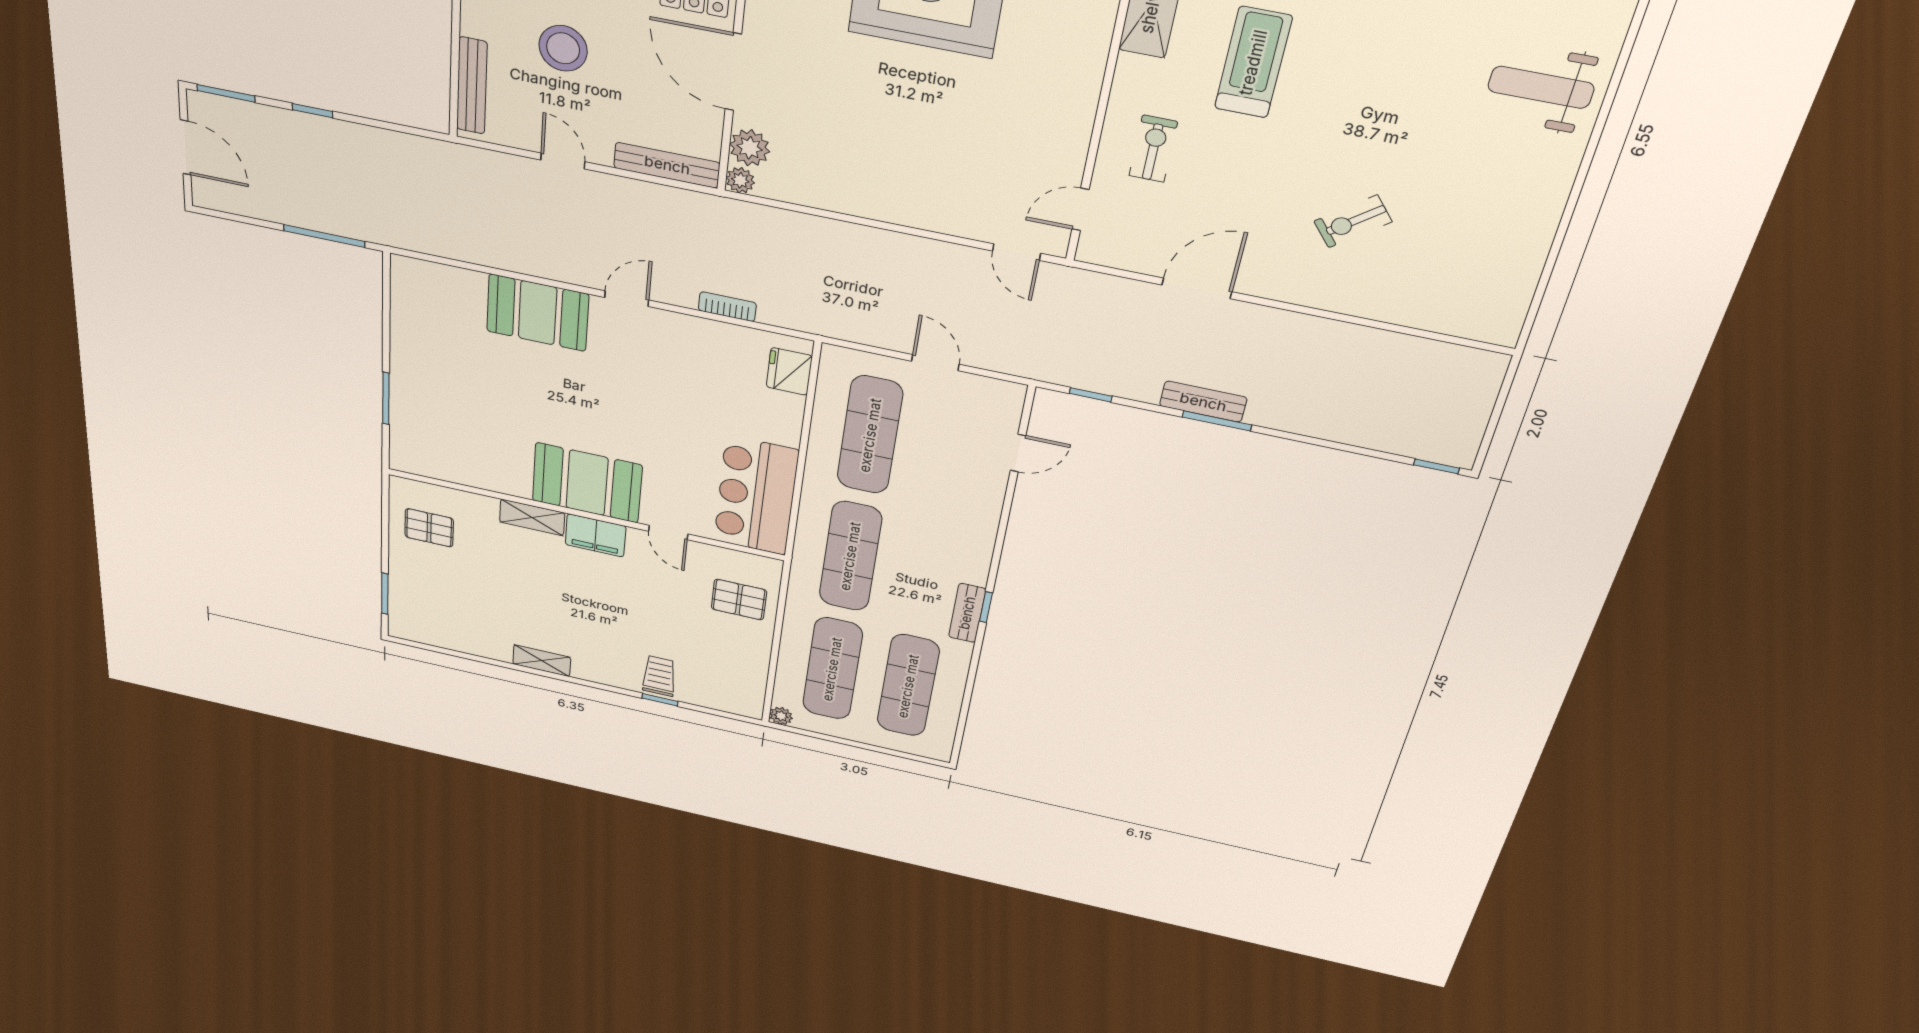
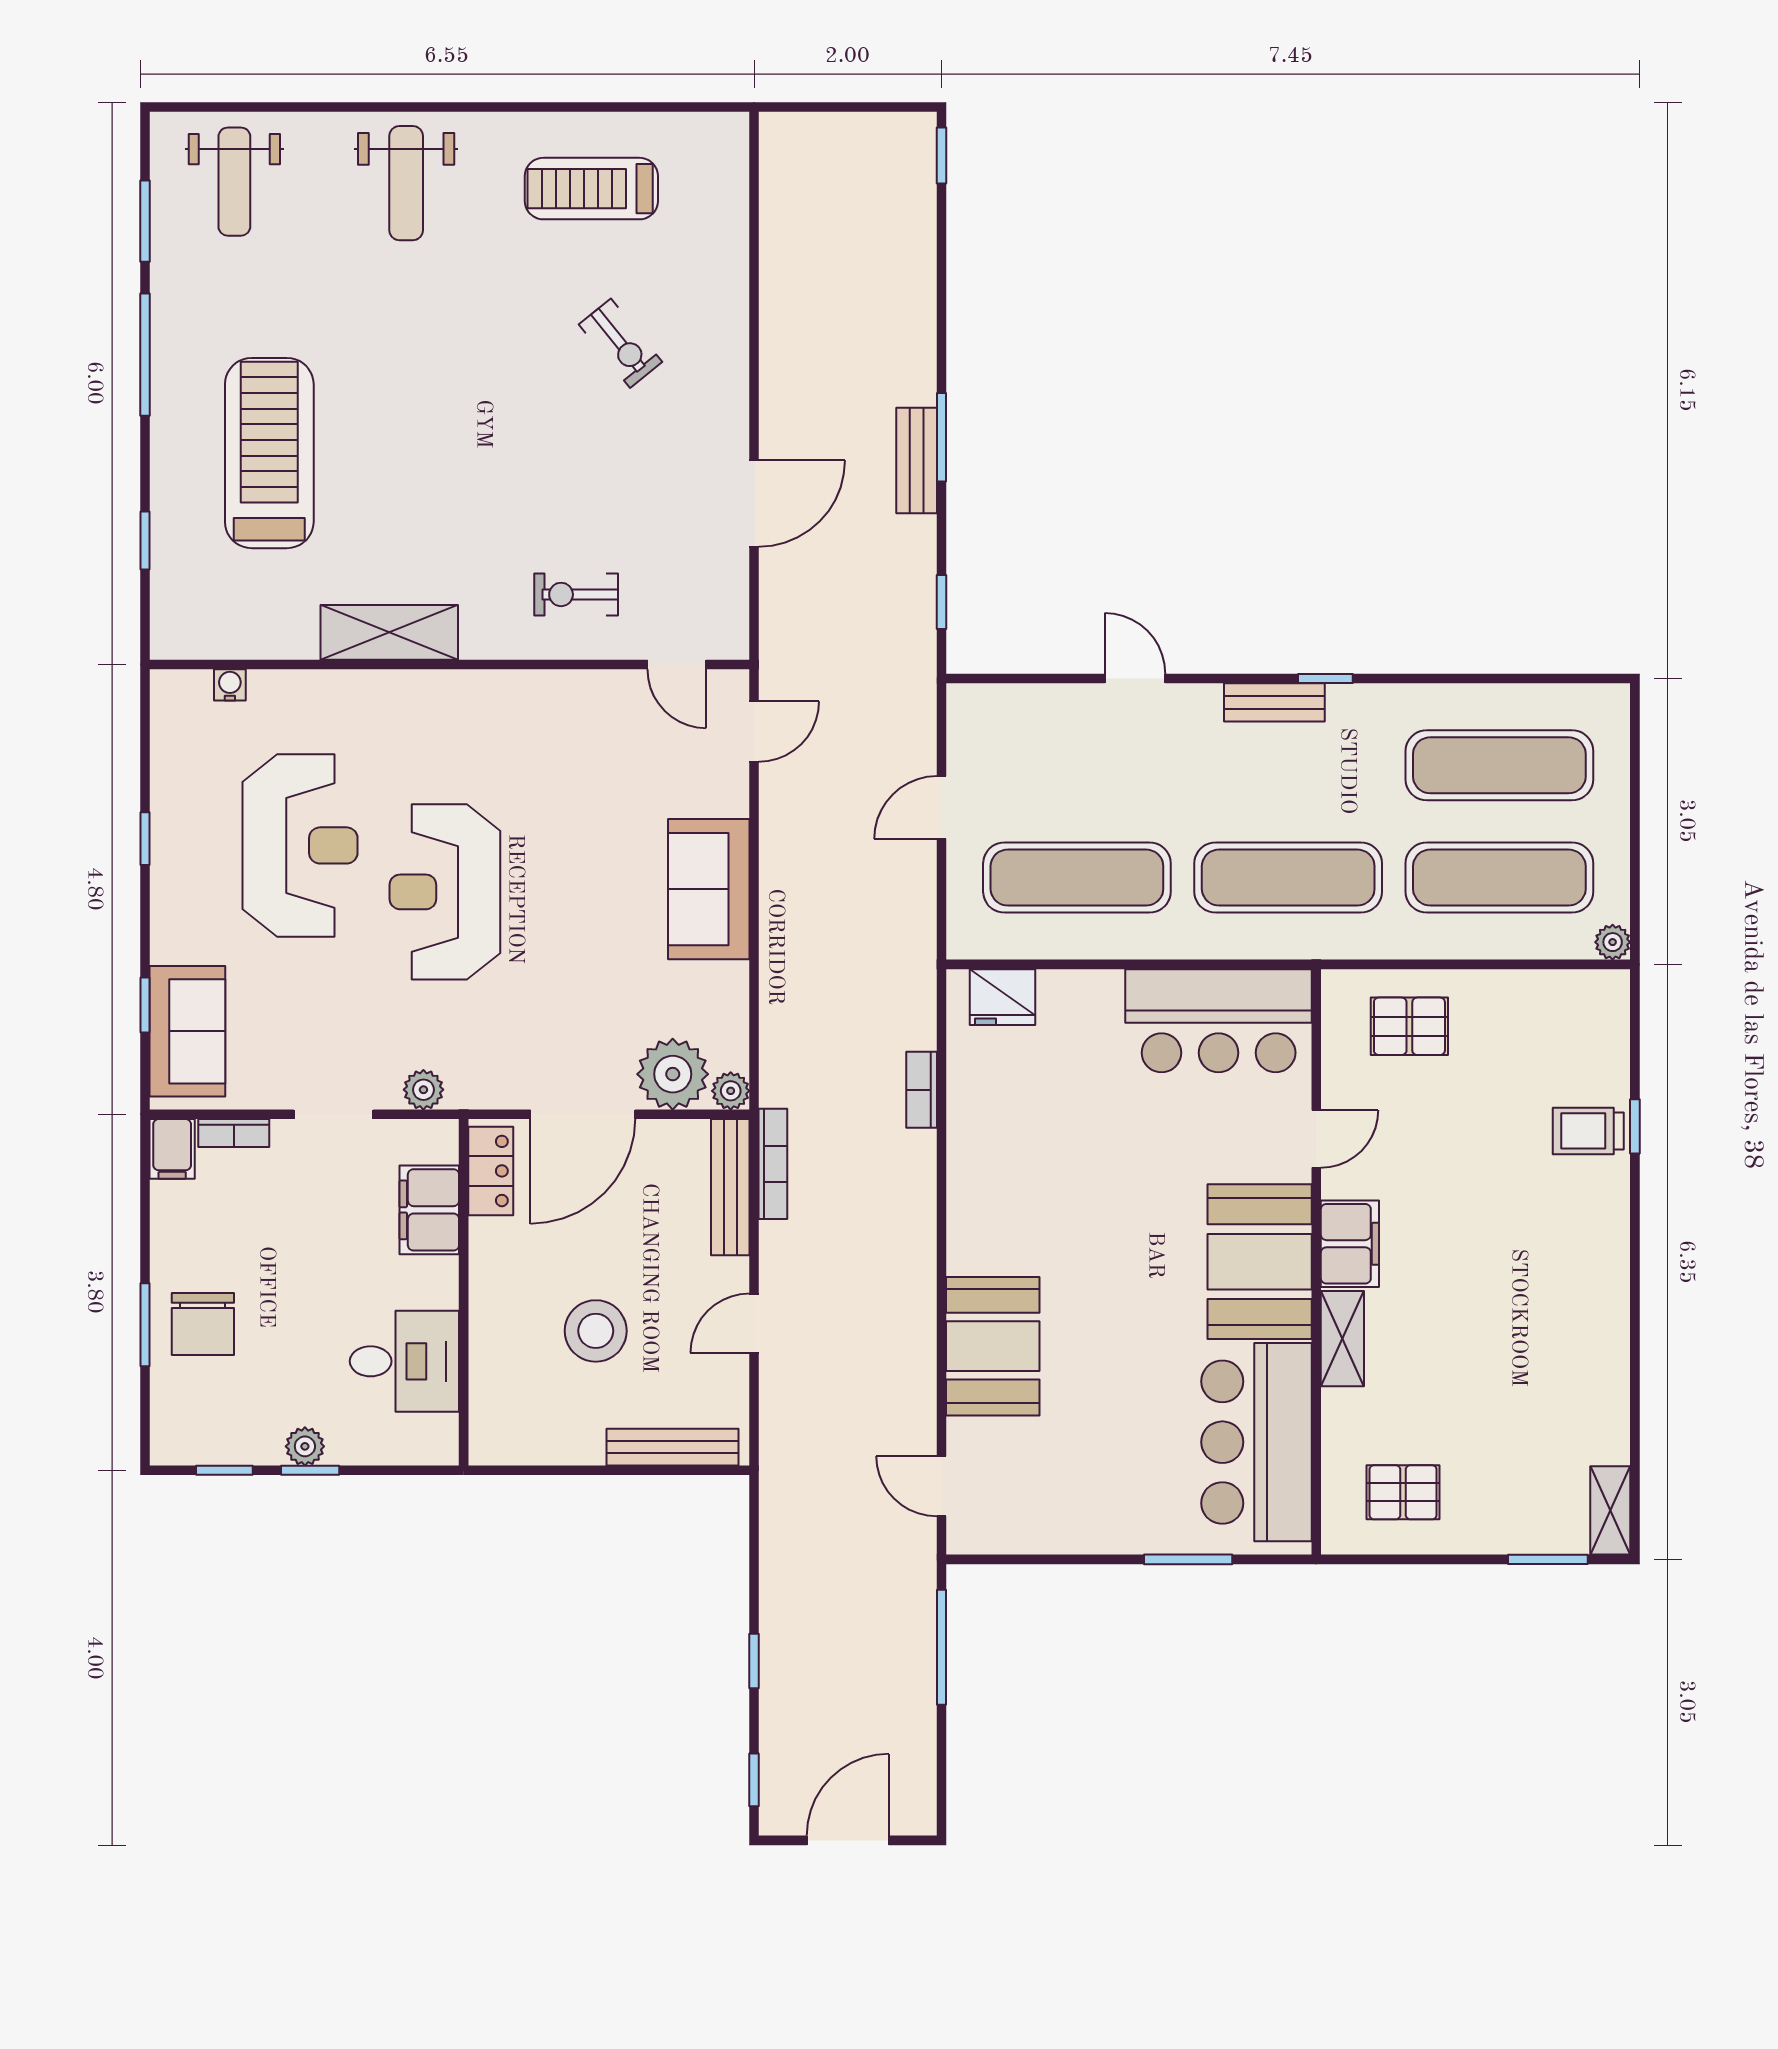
treadmill: (1253, 62) -> (591, 189), moved
window: (226, 93) -> (754, 1780), width x0.67
plant: (750, 148) -> (673, 1074), width x1.36, depth x1.36
sofa: (898, 196) -> (709, 889), added
bookcase: (682, 198) -> (773, 1164), added
door: (1197, 288) -> (754, 504), swing flipped
door: (627, 299) -> (941, 1486), moved
door: (1018, 453) -> (1135, 679), moved
bar counter: (464, 455) -> (1256, 1442), added
pallet: (429, 528) -> (1403, 1492), turned 90
pallet: (739, 600) -> (1409, 1026), turned 90
bench: (967, 613) -> (1274, 702), moved
shelving: (542, 661) -> (1610, 1510), moved

